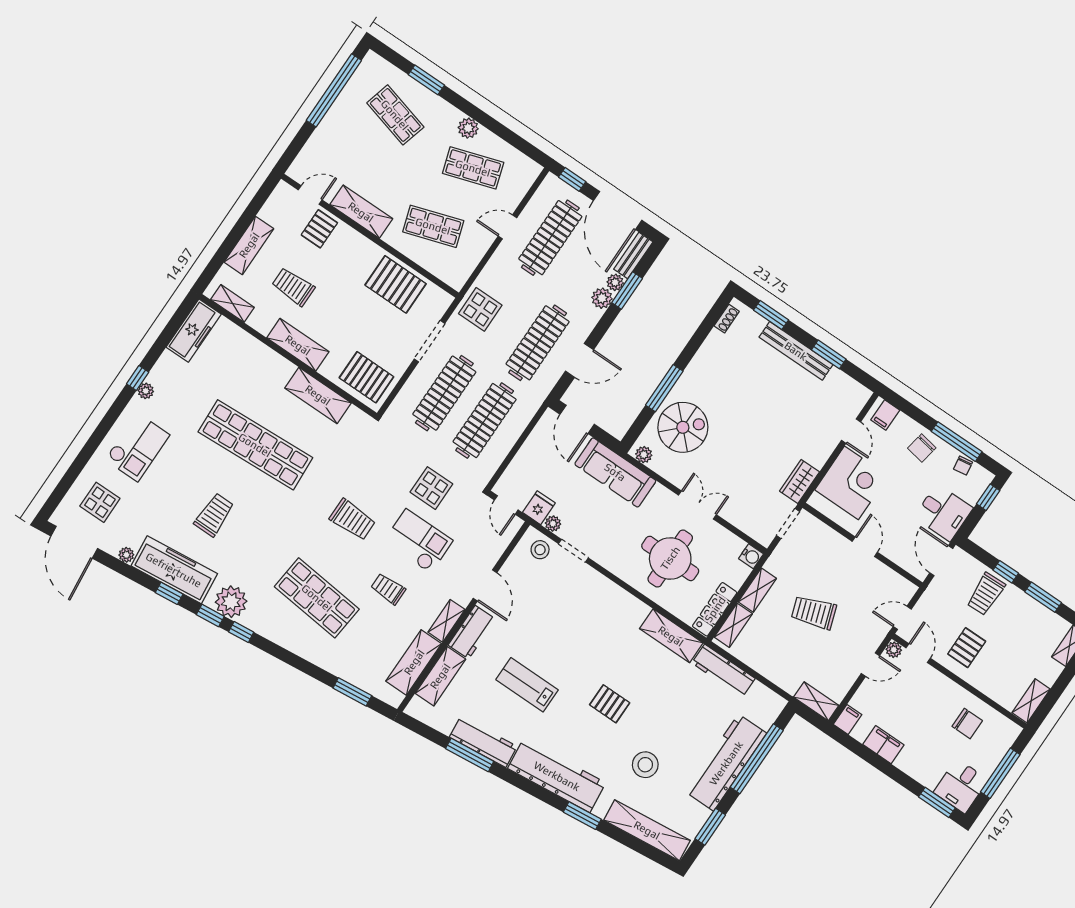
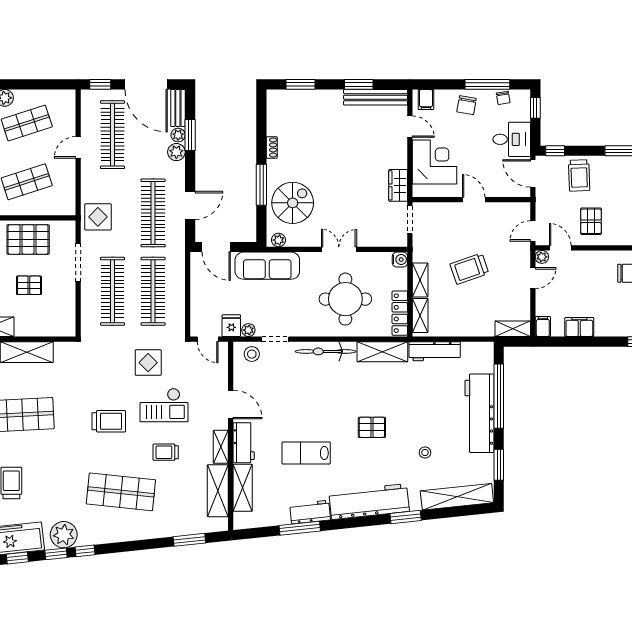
shoe rack: (727, 319) -> (272, 147), moved
bench: (796, 351) -> (376, 97), moved
pallet: (366, 377) -> (29, 285), moved, width x0.67, depth x0.71
checkout: (418, 541) -> (164, 405), turned 180
window: (1006, 572) -> (555, 151), moved
bicycle: (615, 597) -> (326, 351), added
workbench: (483, 742) -> (310, 512), width x0.73
stool: (645, 765) -> (425, 453), width x0.53, depth x0.53

